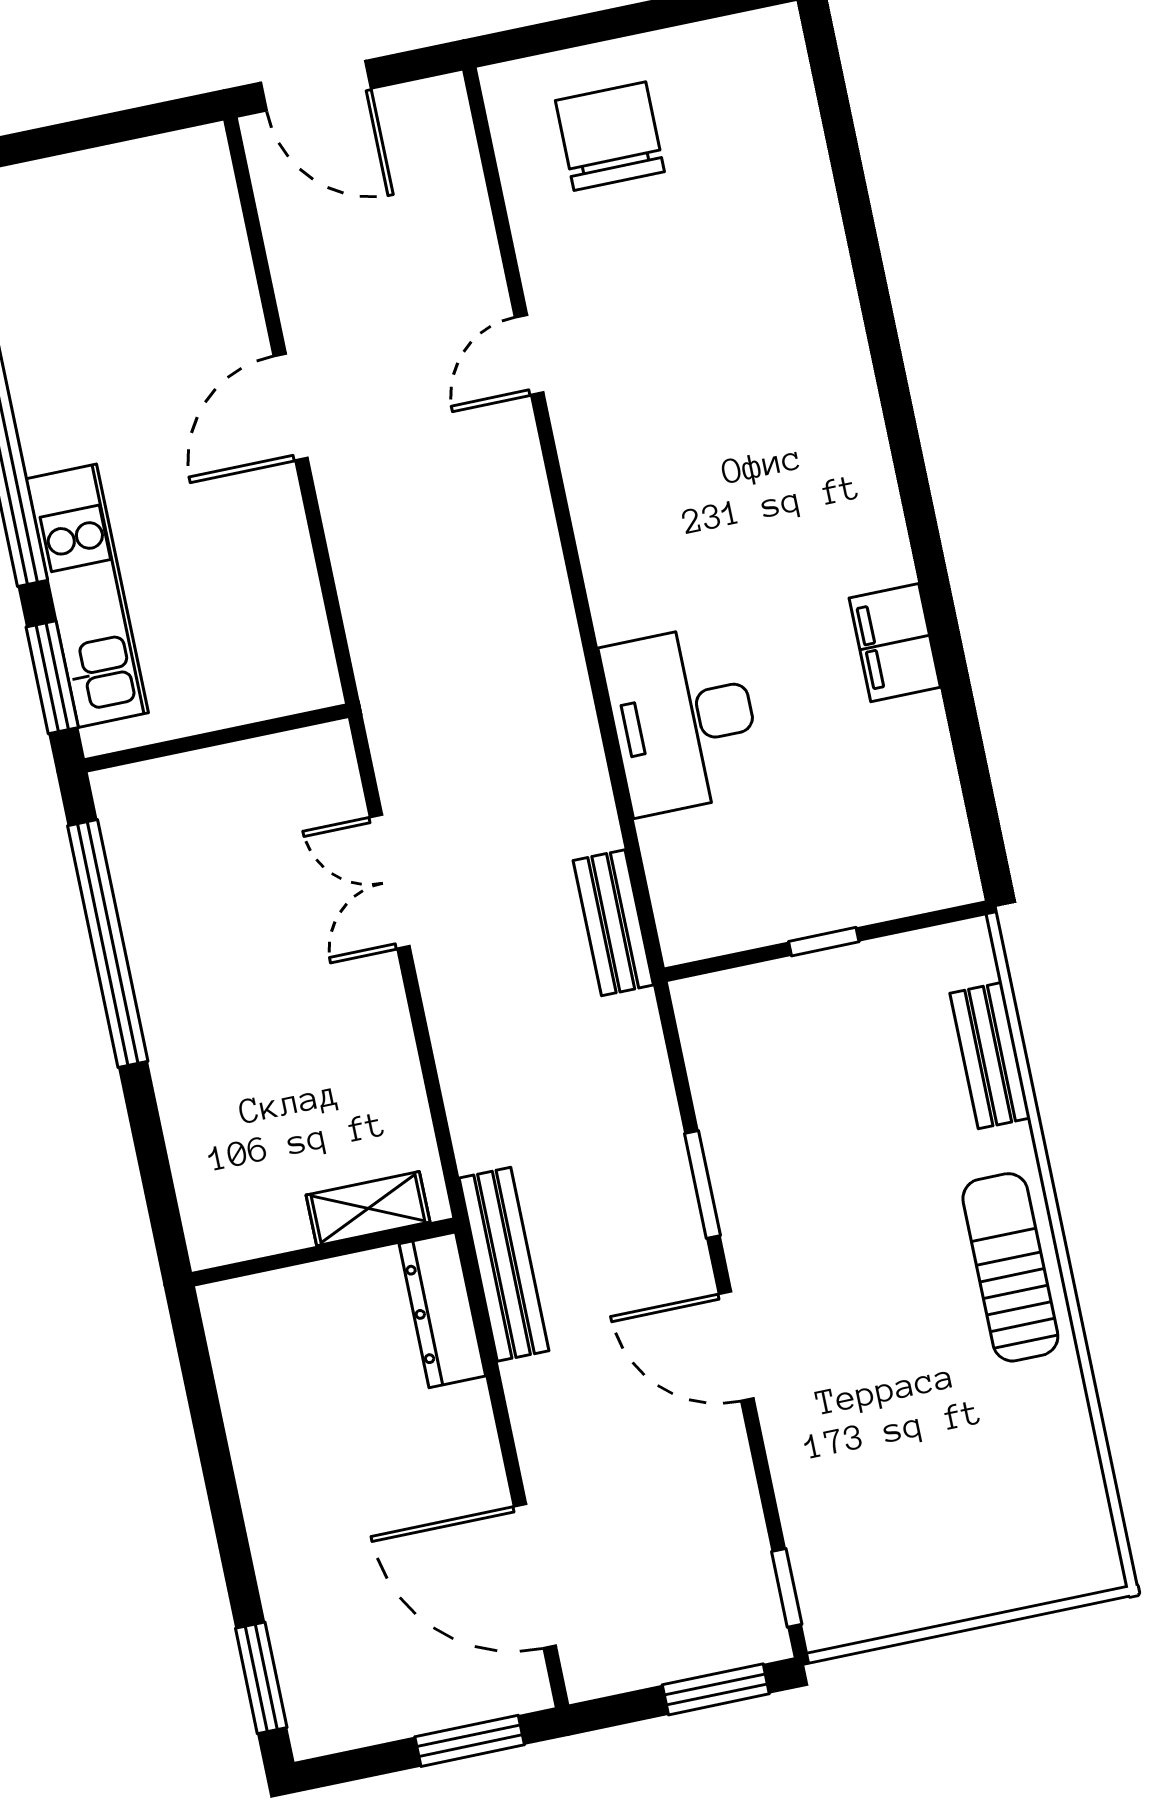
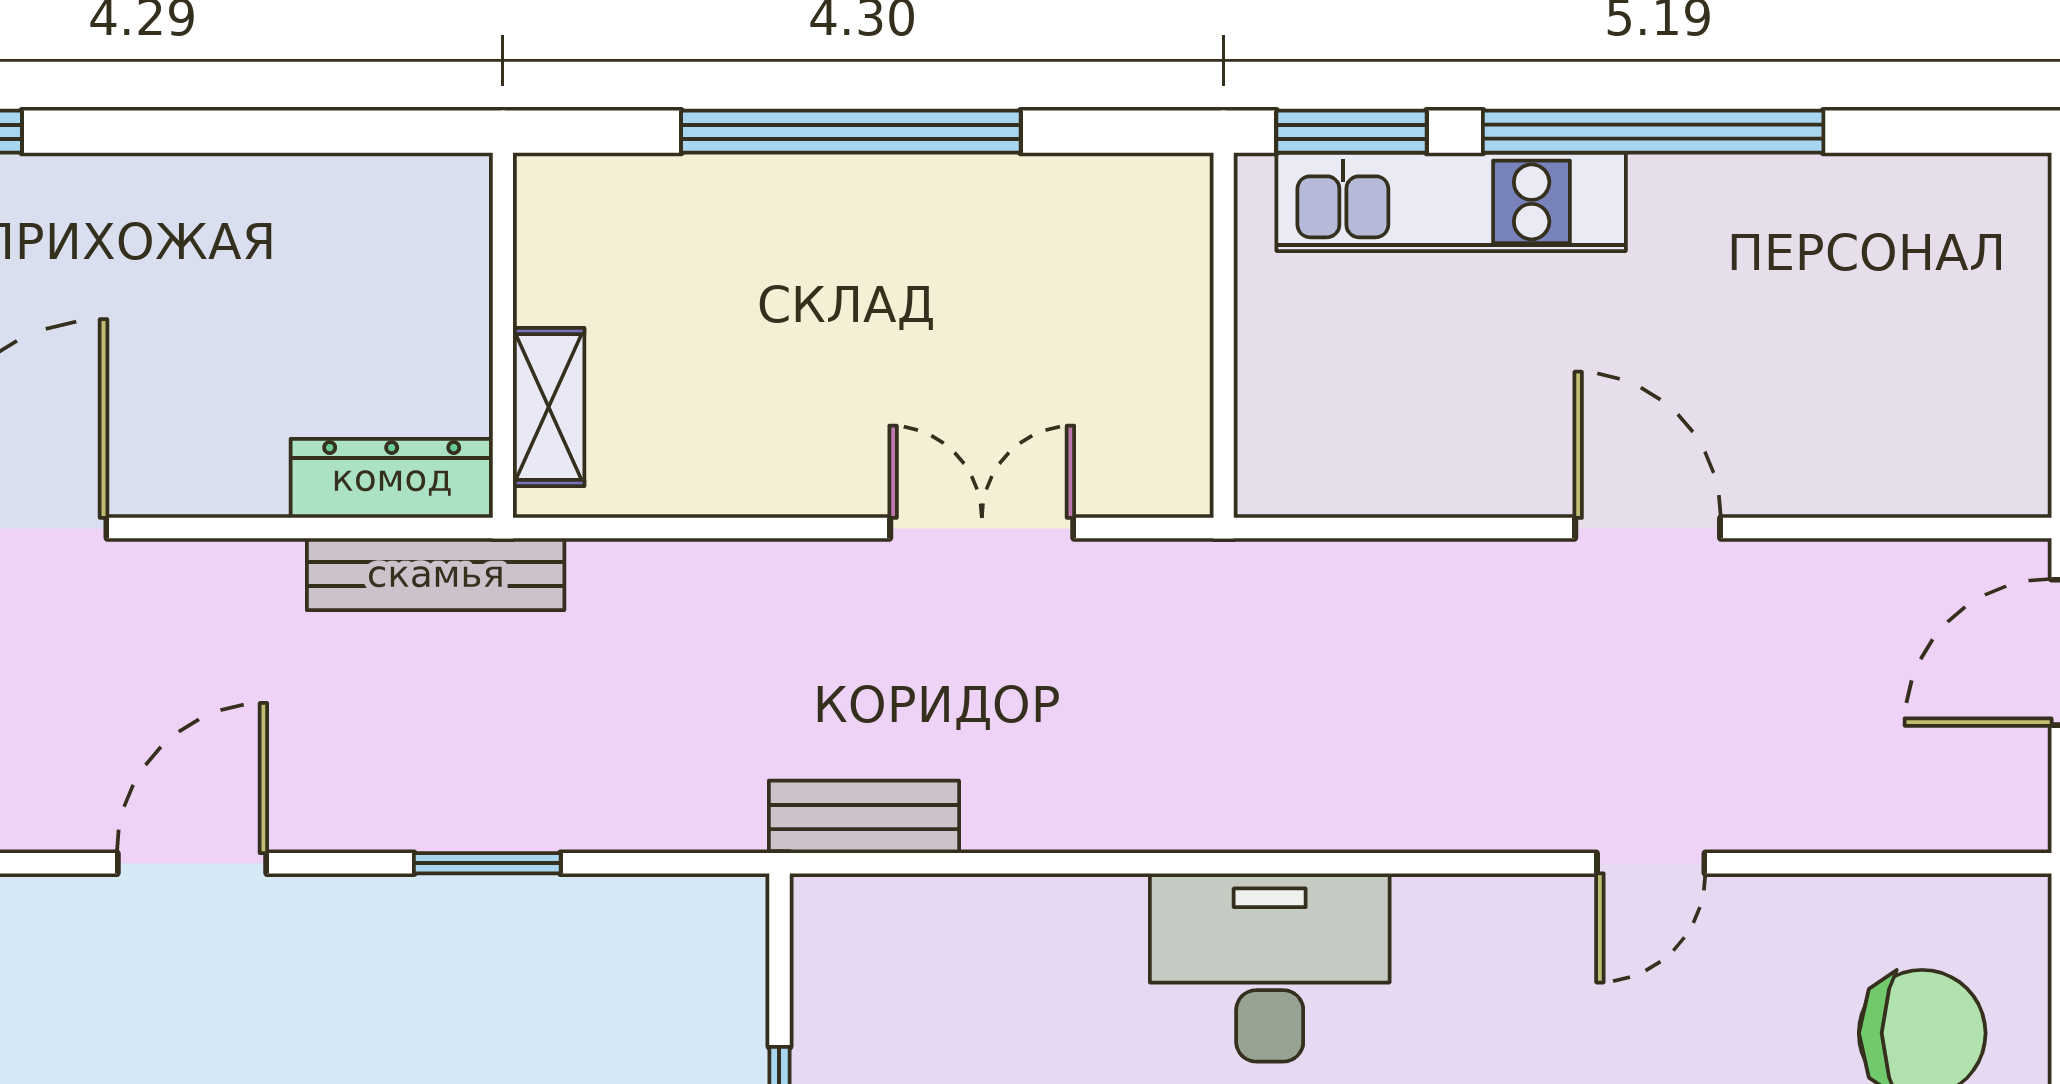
door: (529, 355) -> (1651, 863), swing flipped
desk: (683, 719) -> (1270, 967), moved
window: (108, 944) -> (851, 132), moved
door: (736, 1346) -> (192, 863), moved

